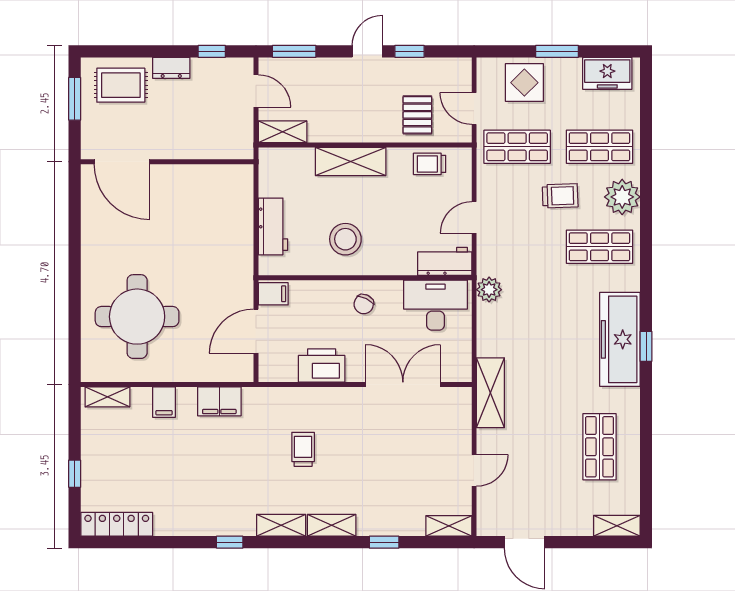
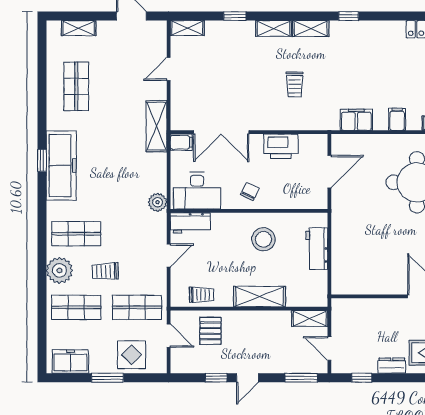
filing cabinet: (273, 294) -> (181, 142), moved, turned 180
shelving: (617, 526) -> (79, 28), moved

